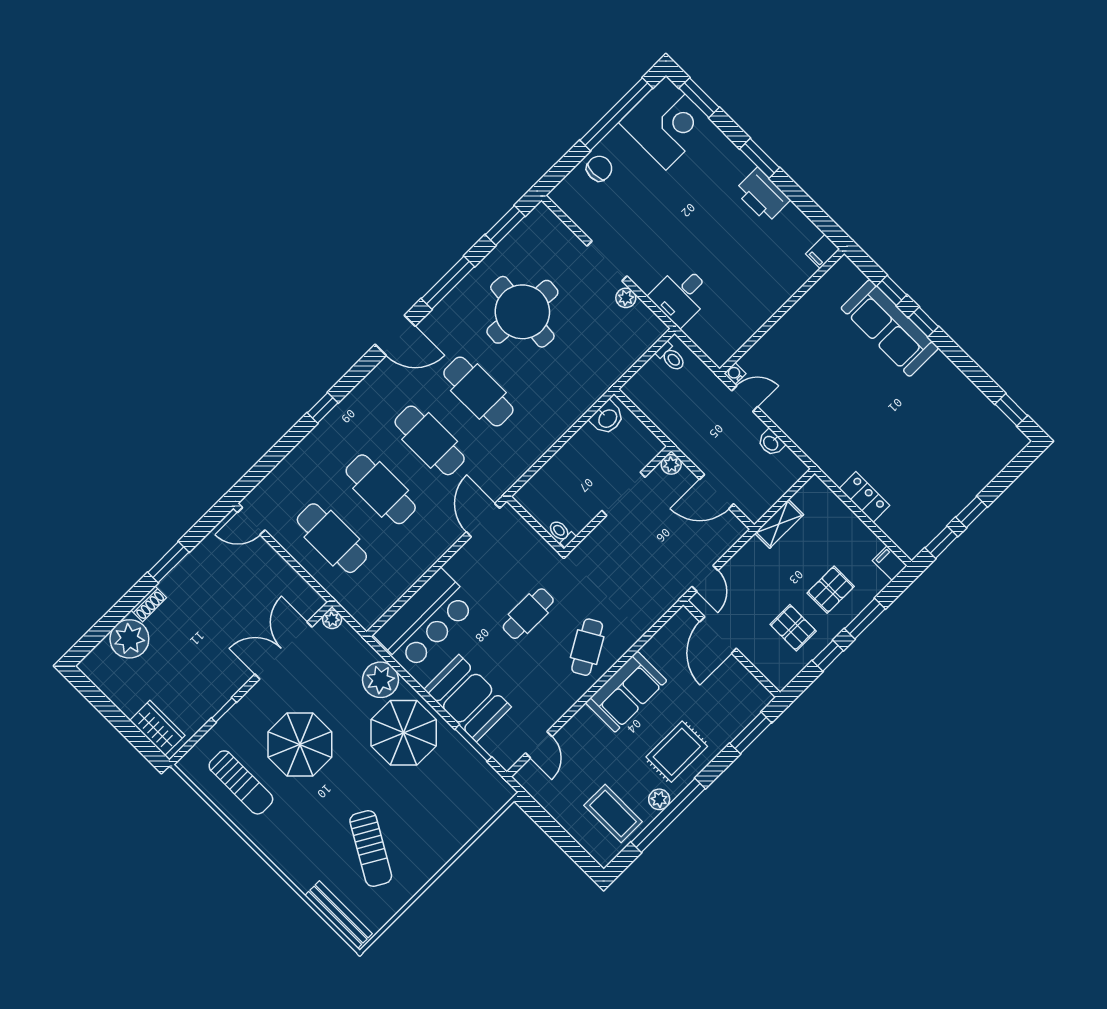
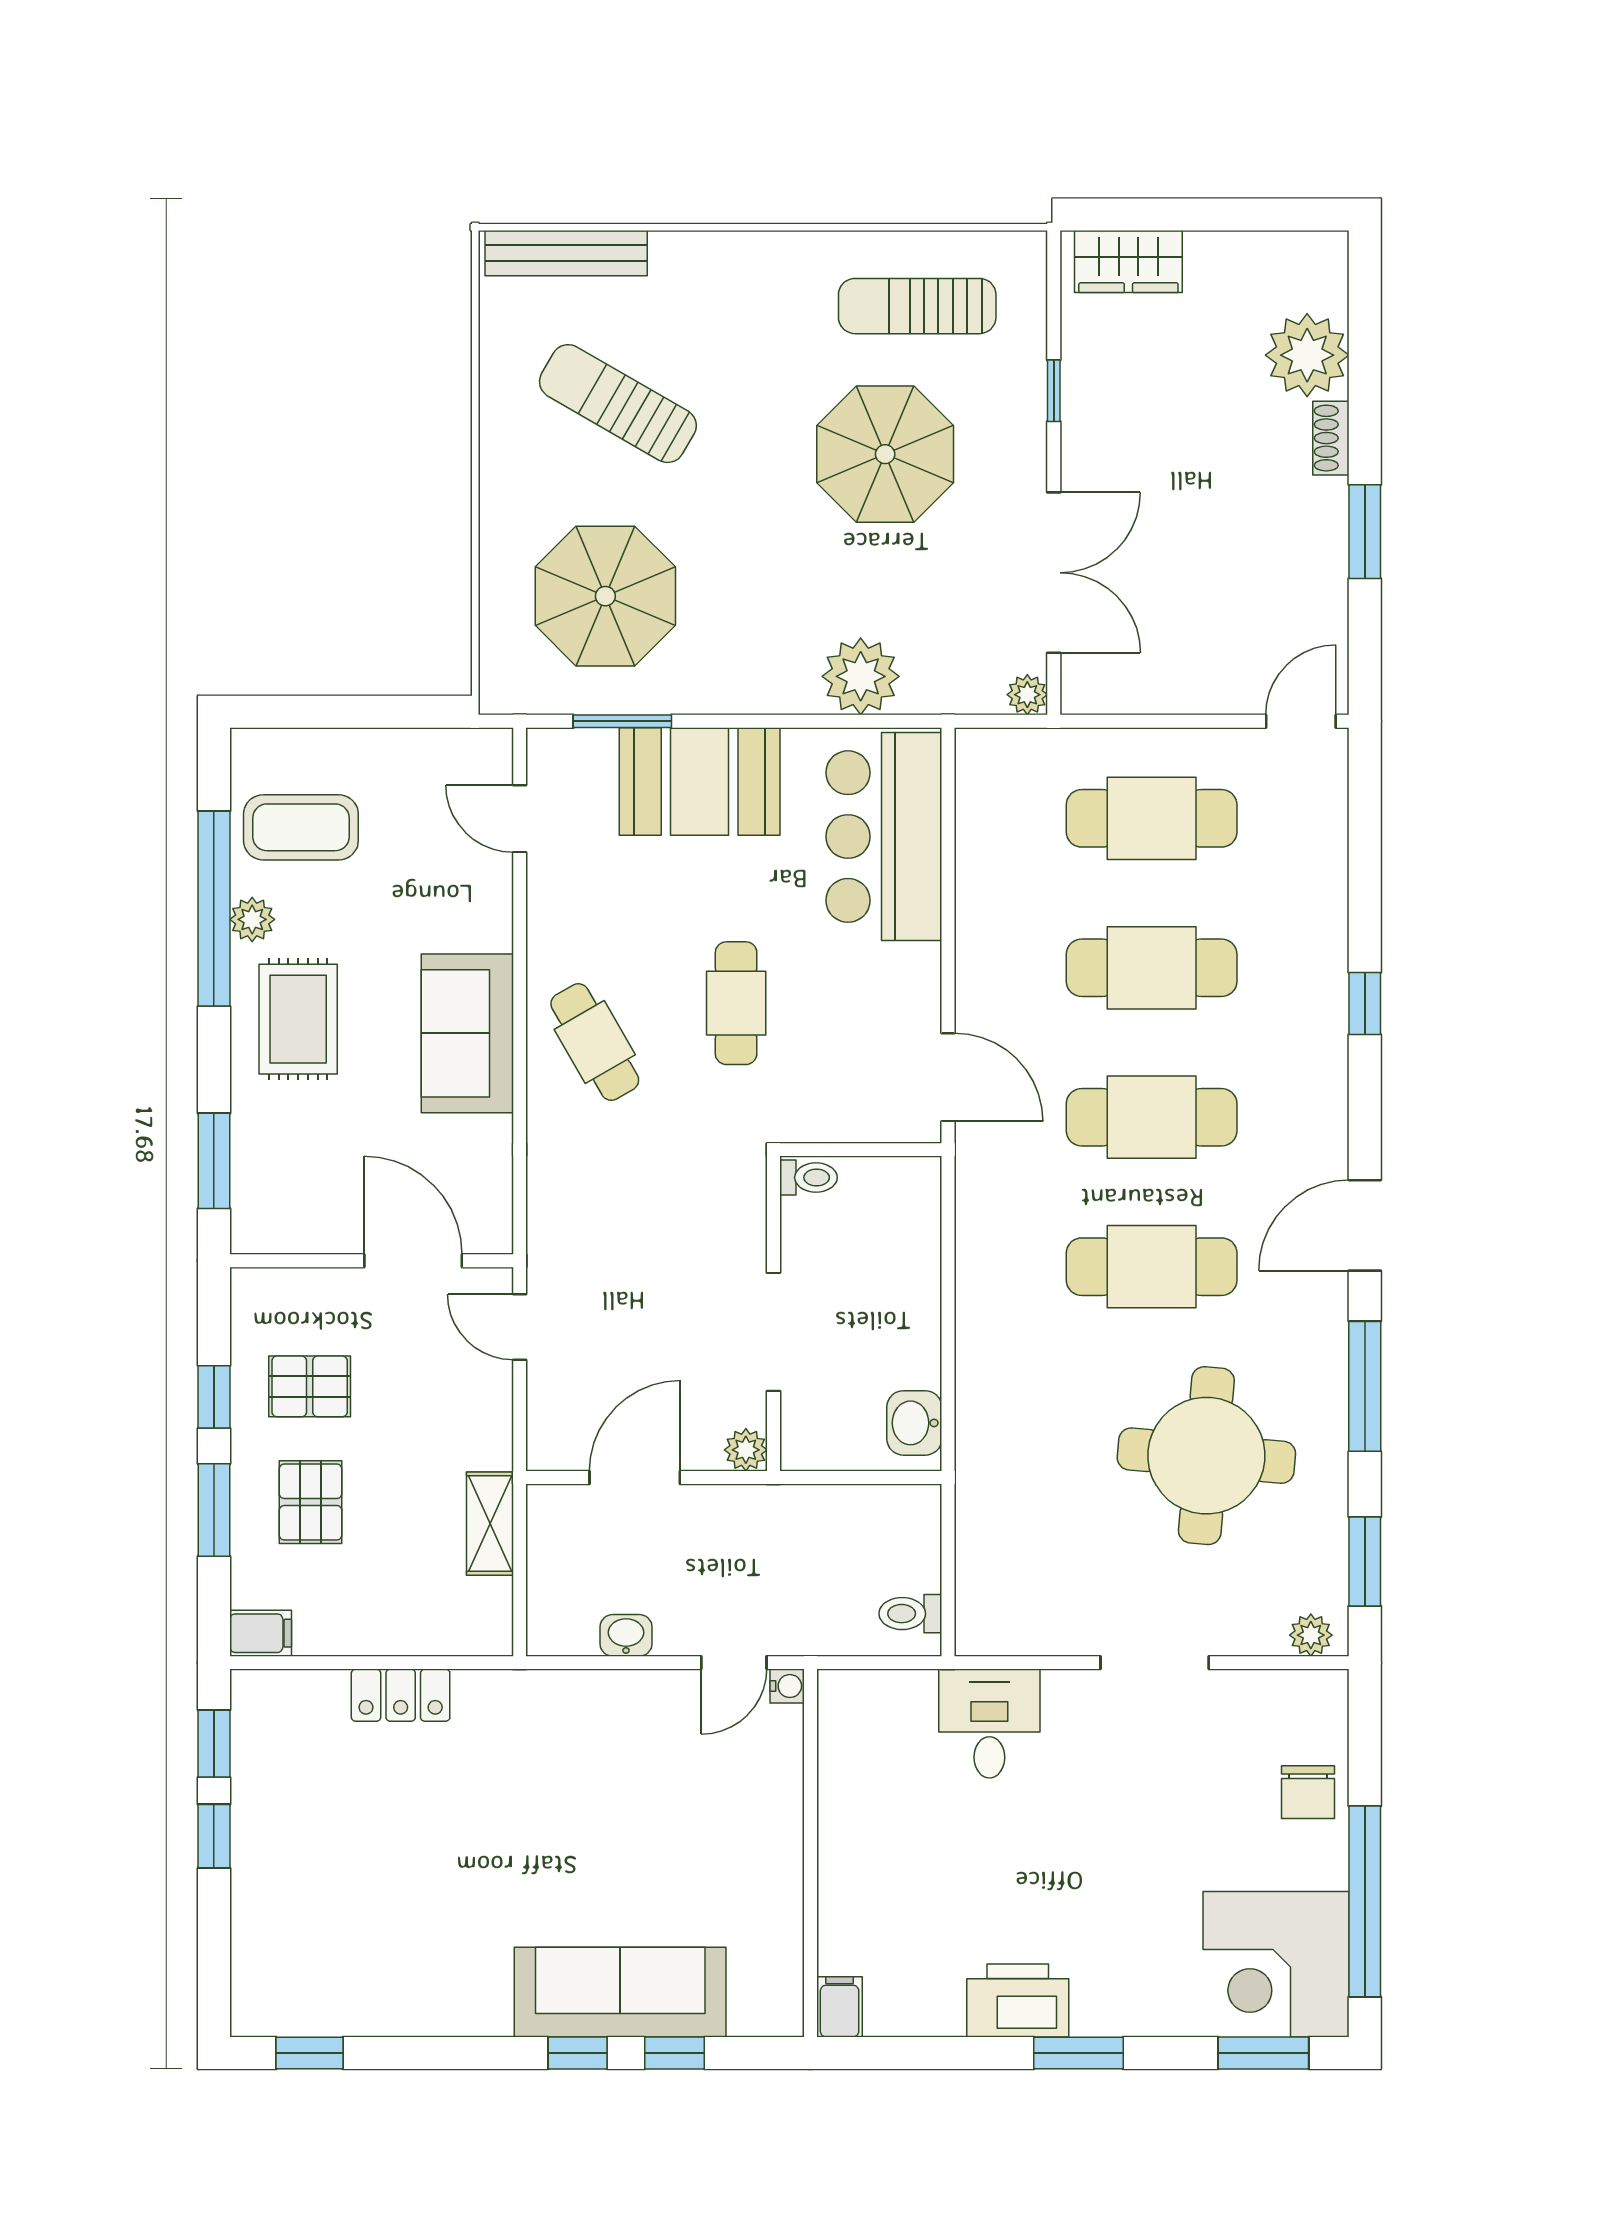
plant: (626, 298) -> (1311, 1635), moved
parasol: (404, 733) -> (605, 596), moved

